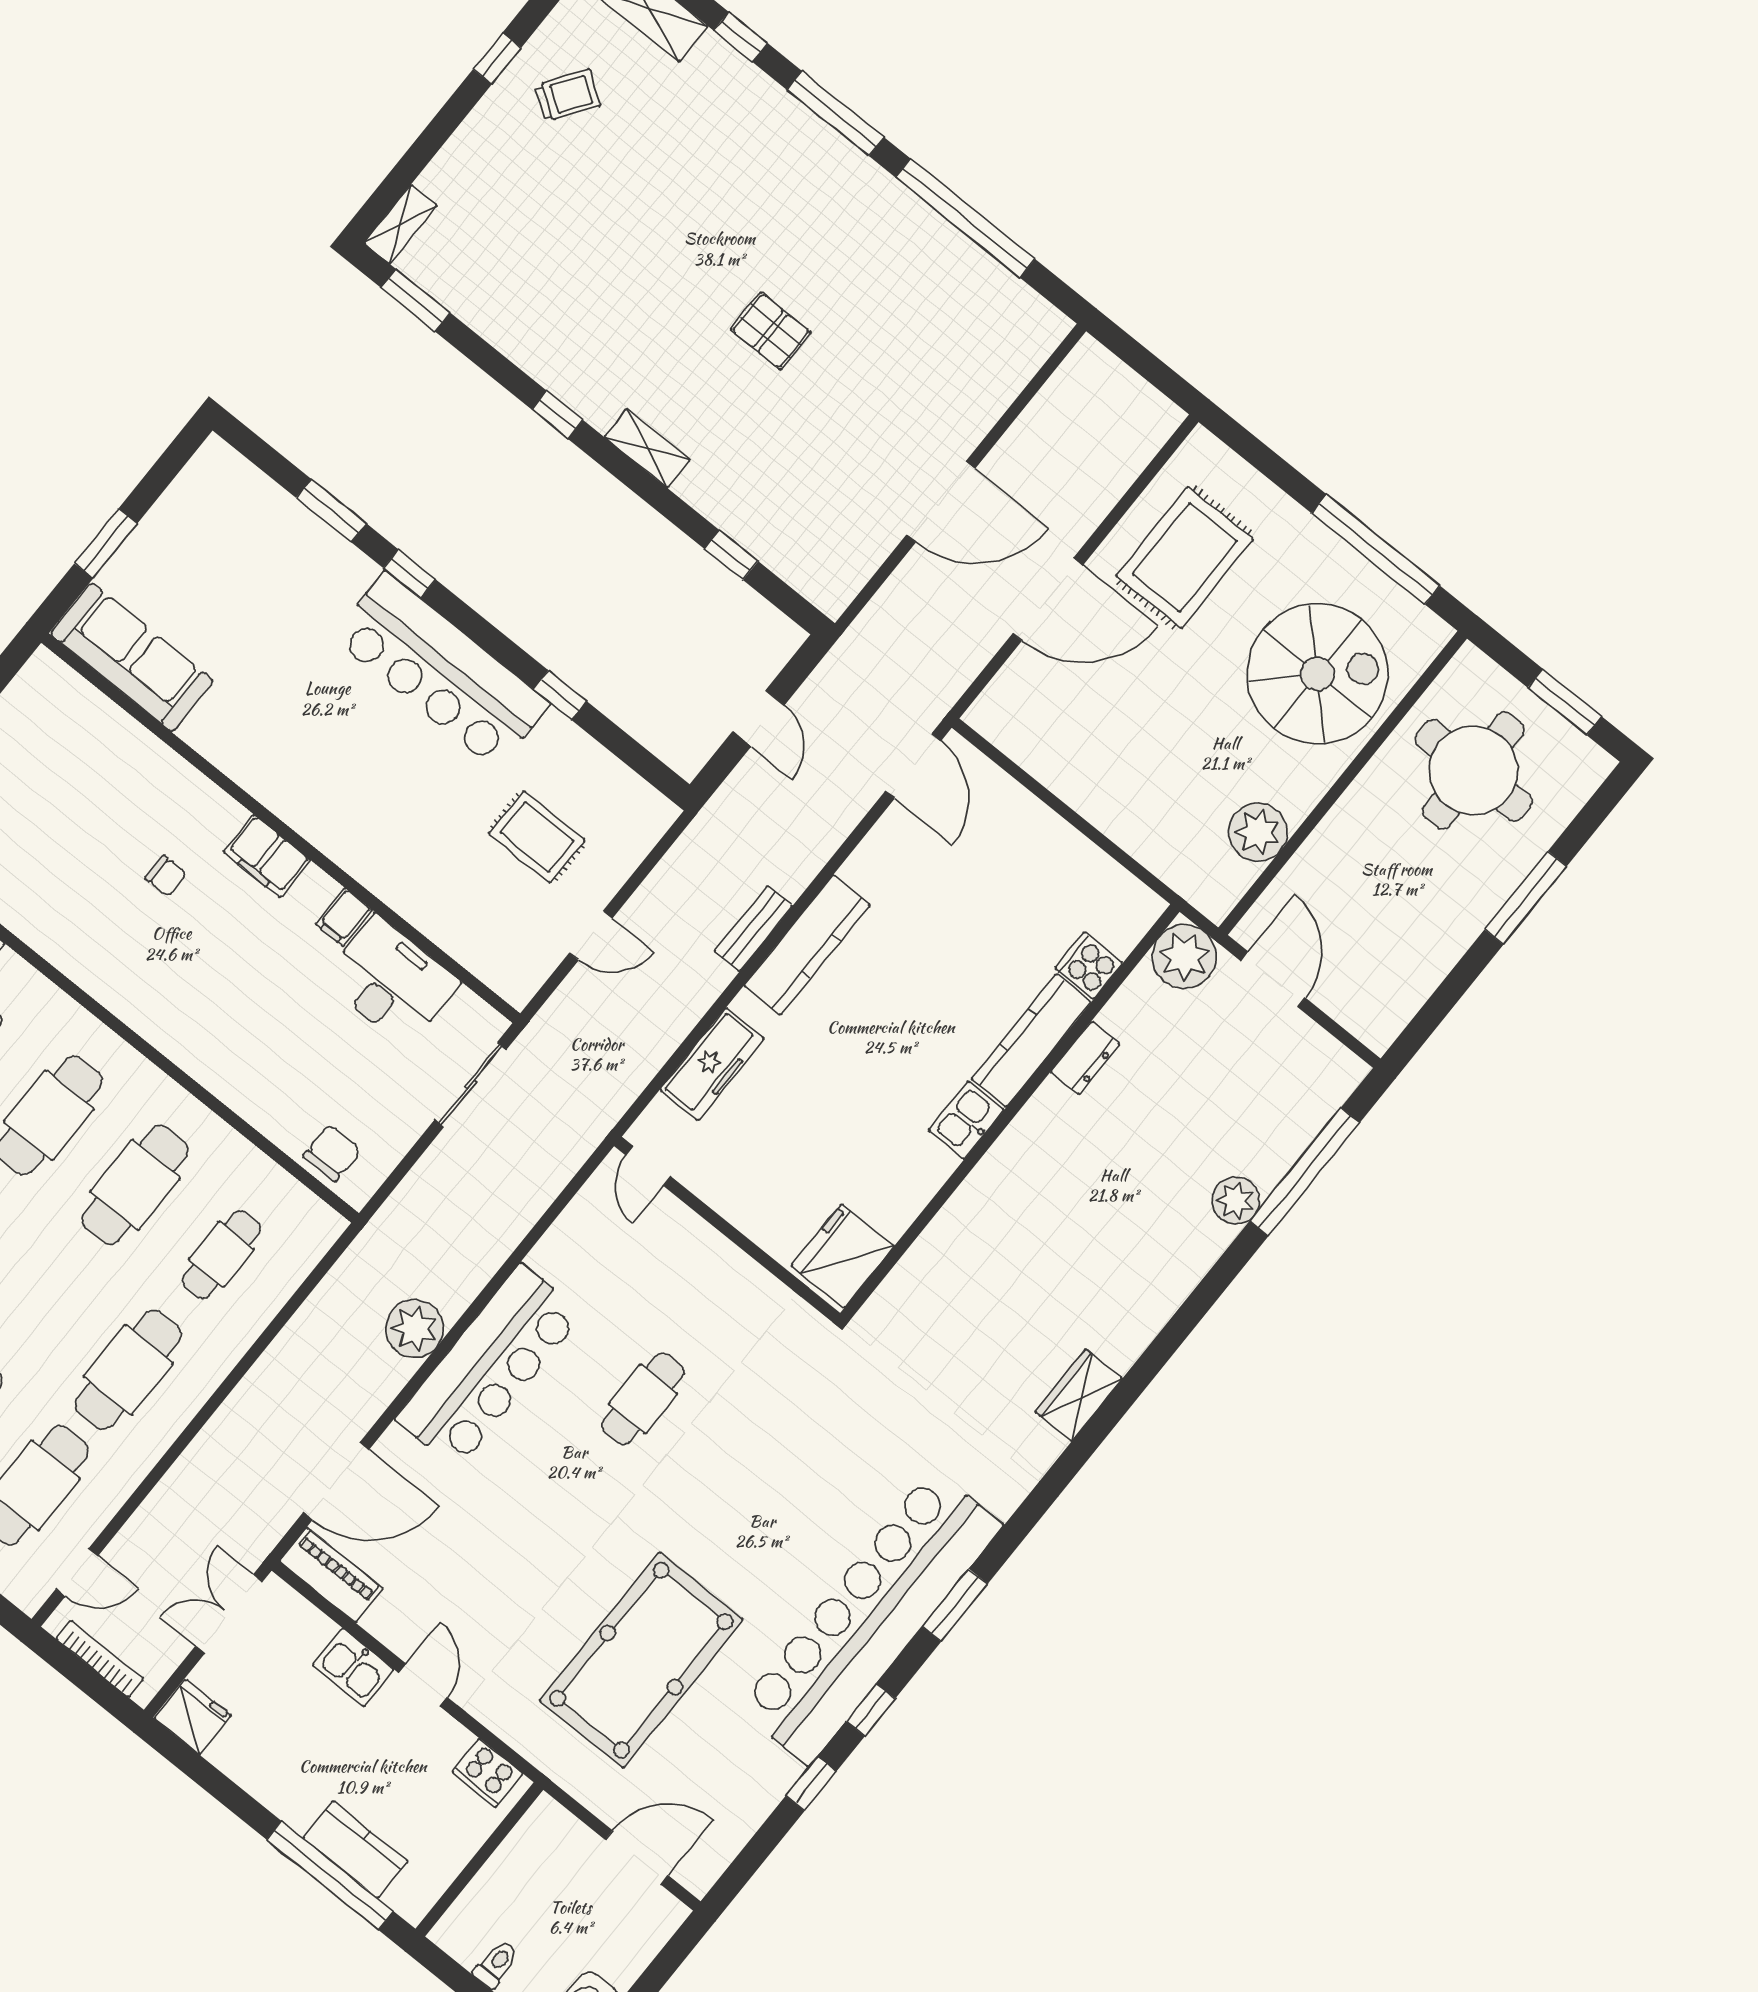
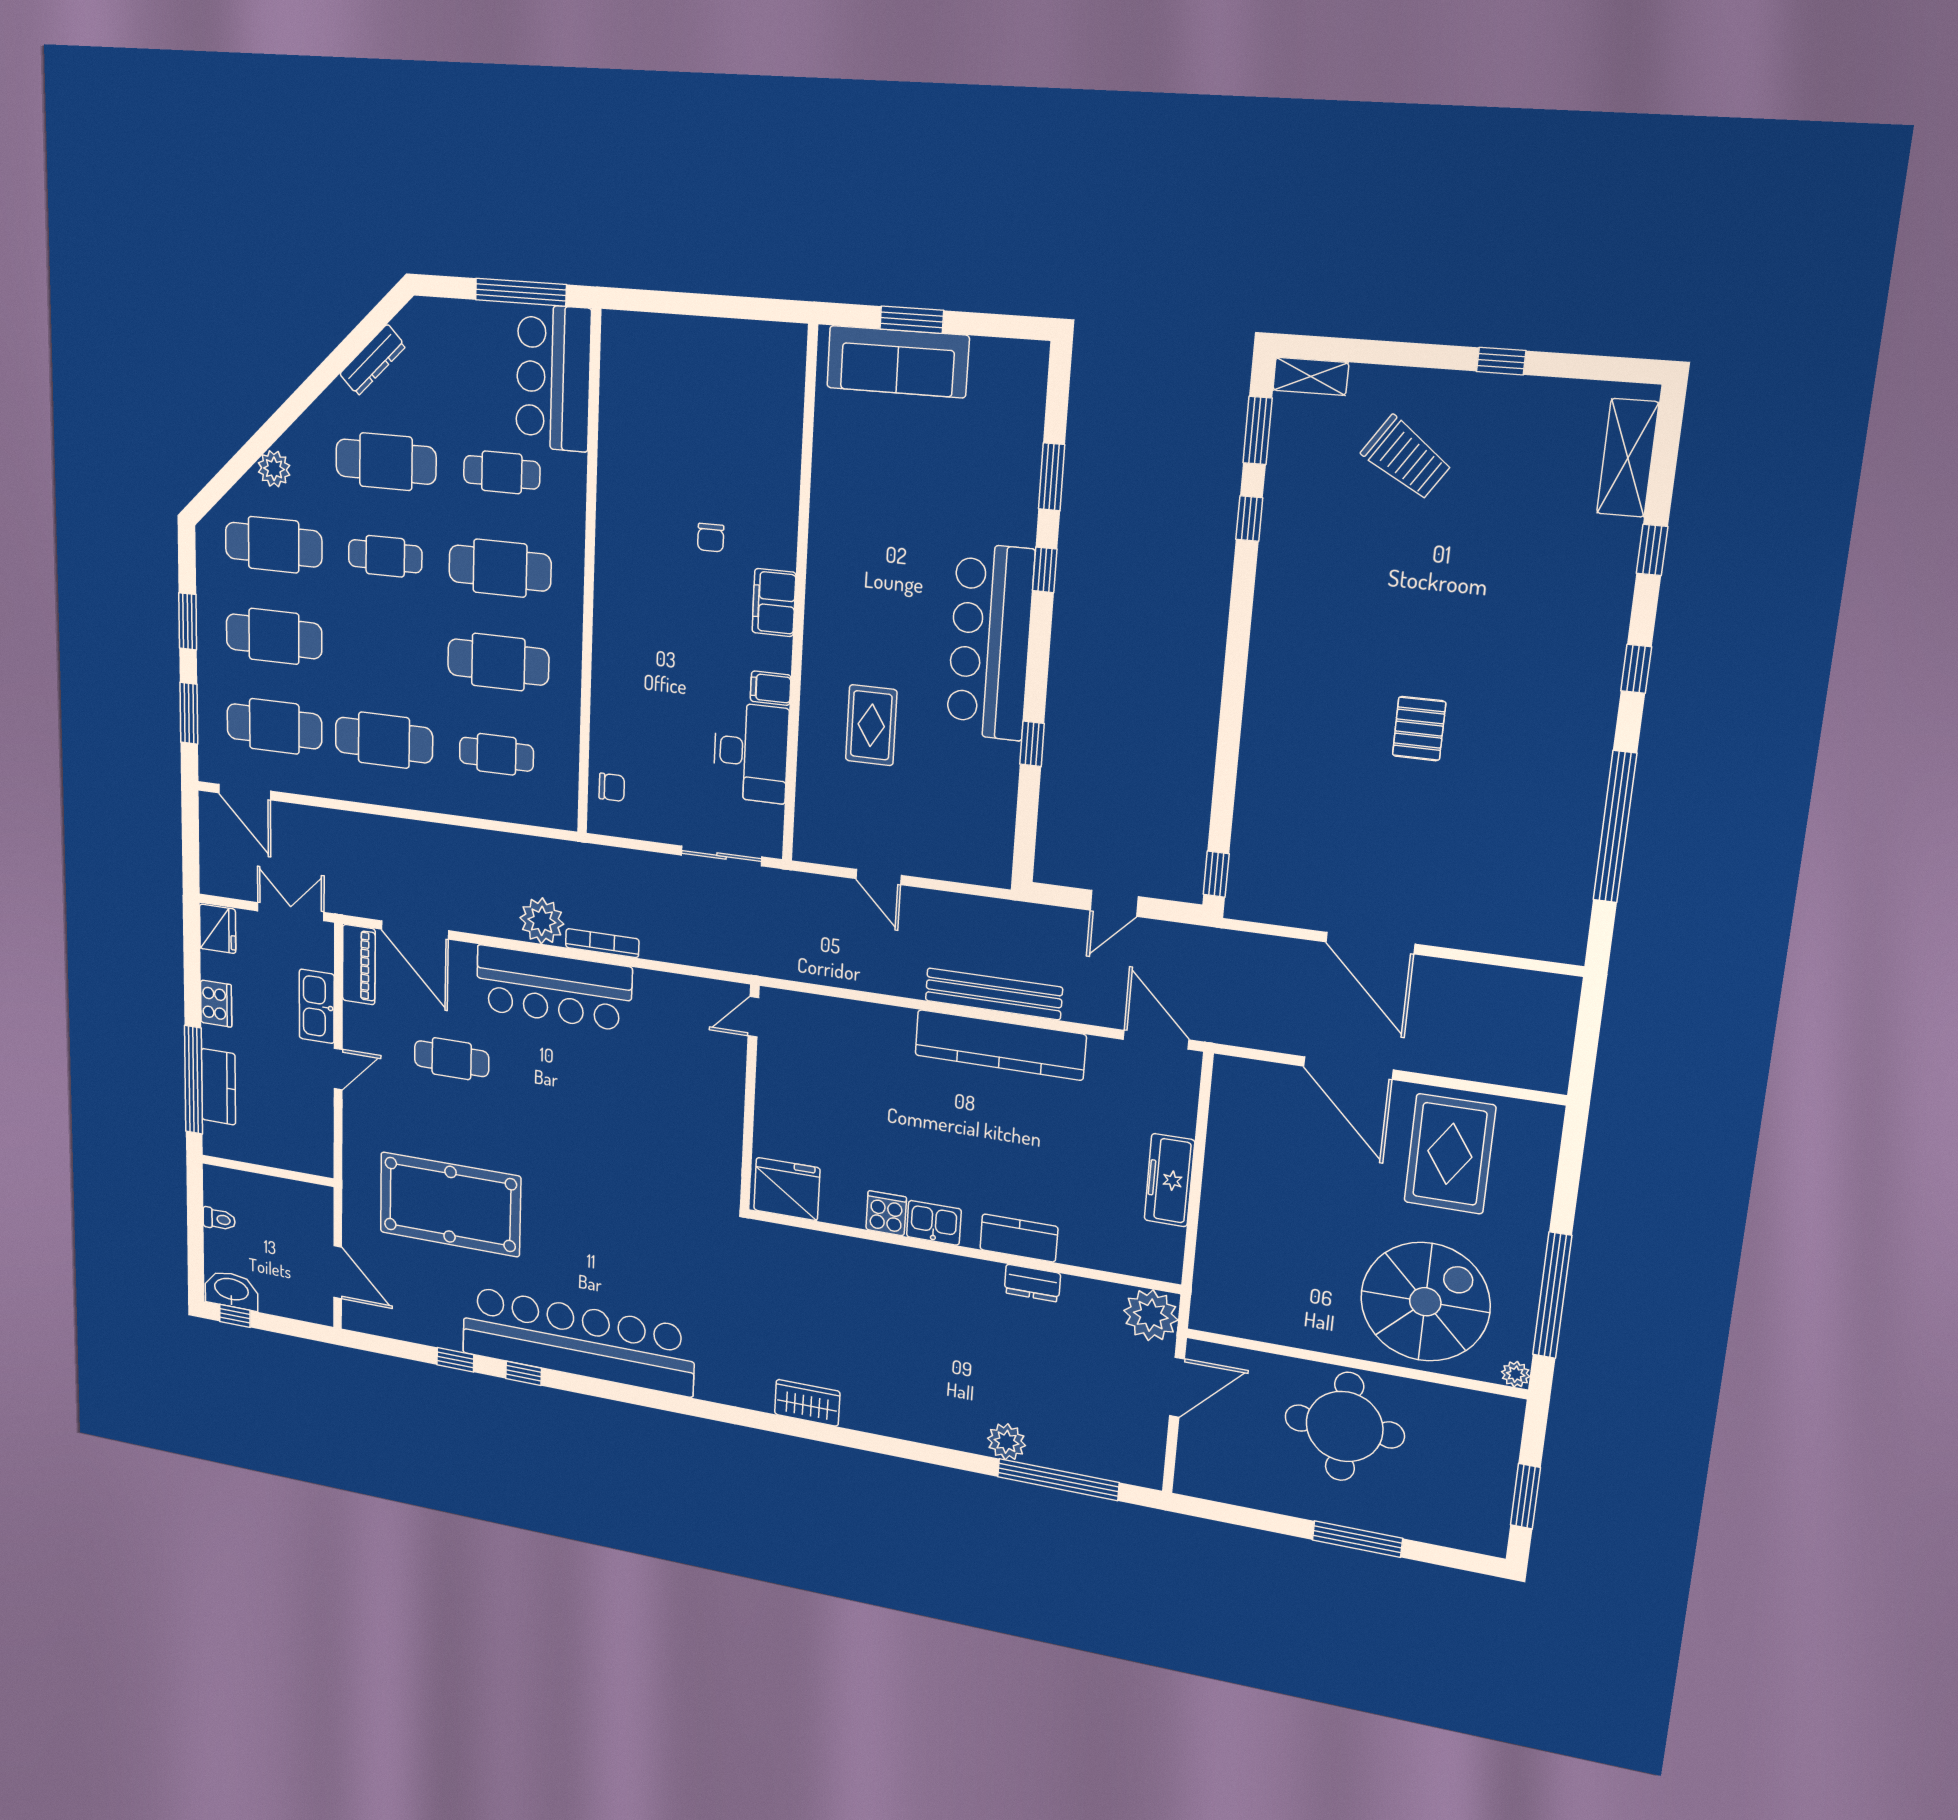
trolley: (568, 95) -> (1407, 458), moved, width x1.36, depth x1.39
window: (835, 113) -> (1636, 669), width x0.46
window: (557, 415) -> (1249, 519), moved
shelving: (647, 448) -> (1262, 690), removed
window: (731, 555) -> (1216, 874), moved
rug: (1185, 557) -> (1450, 1154), turned 90
sofa: (132, 657) -> (898, 362), moved, turned 90
spiral stairs: (1317, 674) -> (1425, 1302), turned -90
door: (913, 766) -> (1156, 1040), swing flipped
round table: (1473, 771) -> (1345, 1426), moved
plant: (1258, 832) -> (1516, 1374), moved, width x0.53, depth x0.53
rug: (537, 837) -> (871, 725), moved
bench: (753, 929) -> (994, 994), width x1.86, depth x1.21
kitchen counter: (807, 945) -> (1000, 1045), width x1.39, depth x1.17
cooker: (1089, 966) -> (886, 1213), moved
kitchen counter: (1031, 1040) -> (1019, 1238), width x0.67
freezer: (712, 1064) -> (1169, 1180), moved, turned 90
chair: (332, 1153) -> (612, 787), width x0.73, depth x0.73
cafe table: (643, 1399) -> (452, 1059), moved
door: (77, 1572) -> (245, 792), width x1.38
window: (955, 1605) -> (622, 1393), removed
bookcase: (100, 1659) -> (602, 943), moved, turned -90
kitchen sink: (353, 1667) -> (317, 1006), width x1.38
cooker: (487, 1773) -> (216, 1004), moved, turned 180

